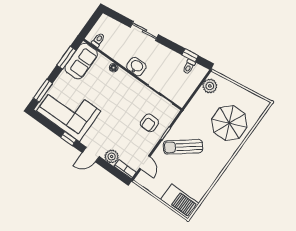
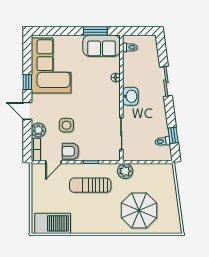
plant: (210, 86) -> (125, 171), moved
window: (43, 91) -> (53, 31), removed
armchair: (149, 123) -> (71, 151), moved
side table: (123, 132) -> (66, 125), added
sun lounger: (183, 147) -> (90, 185), turned -52
barbecue: (180, 201) -> (53, 223), moved, turned -90

